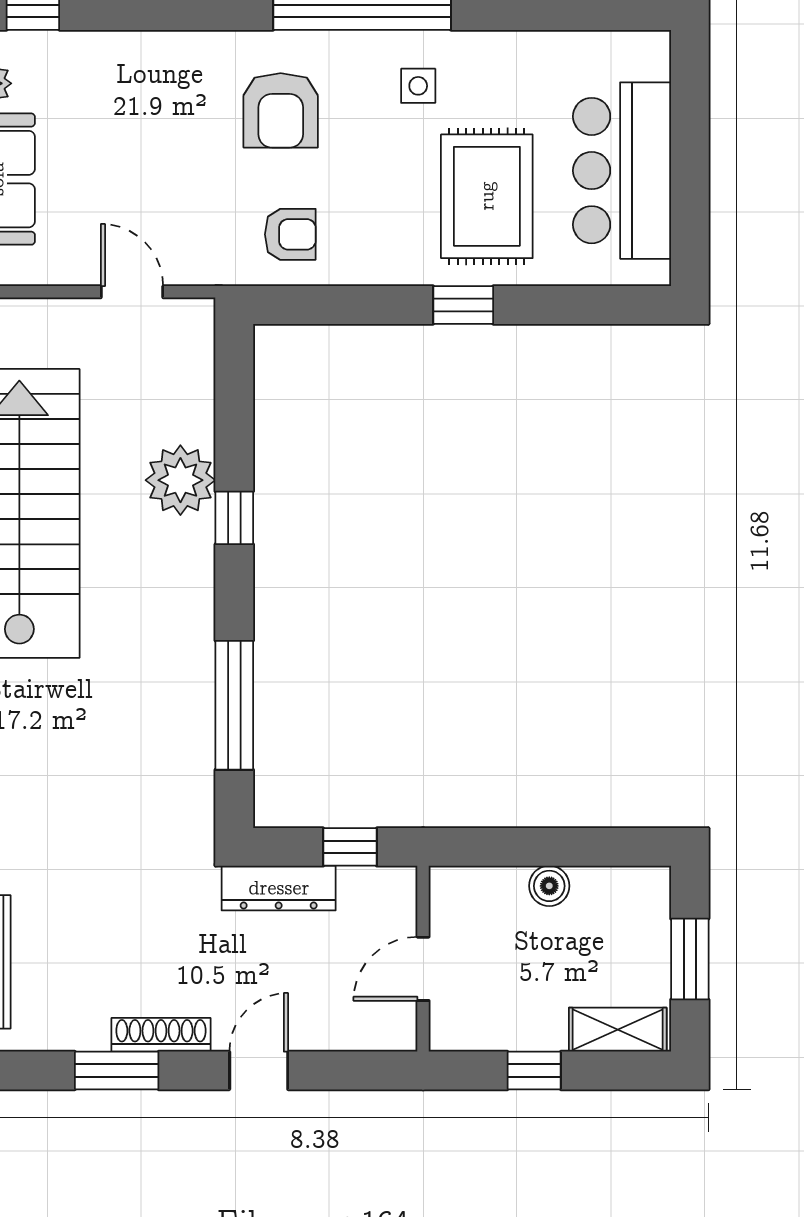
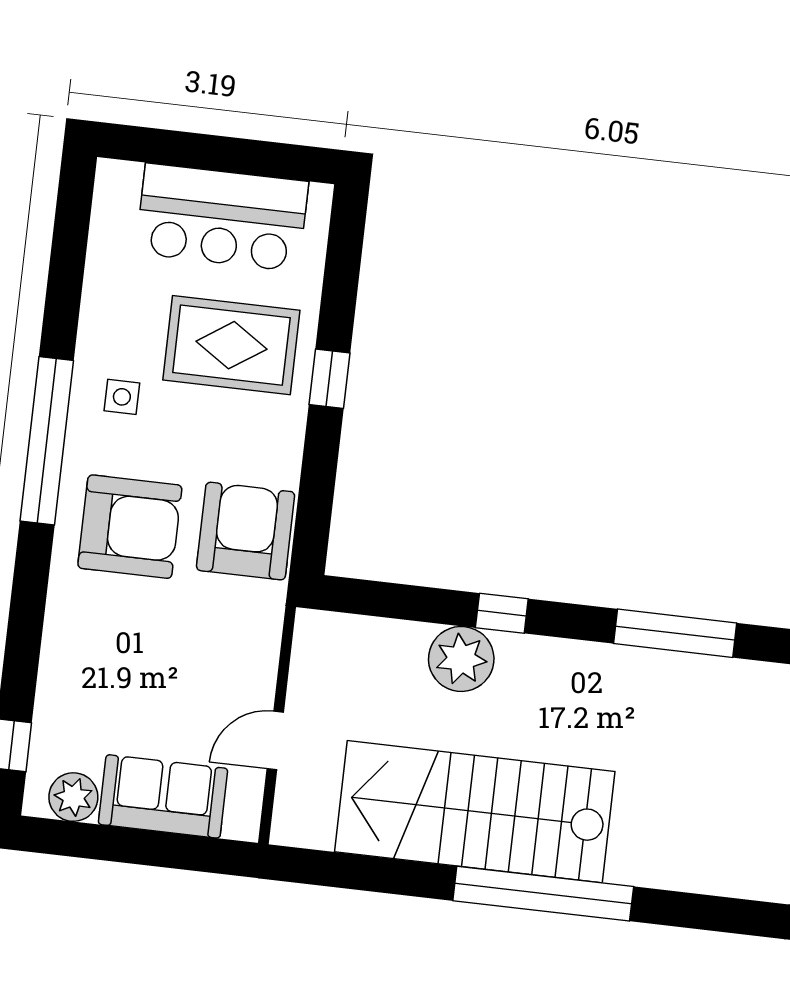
armchair: (281, 110) -> (130, 527), width x1.36, depth x1.36
armchair: (290, 234) -> (246, 531), width x1.88, depth x1.88
door: (132, 292) -> (275, 741), moved

